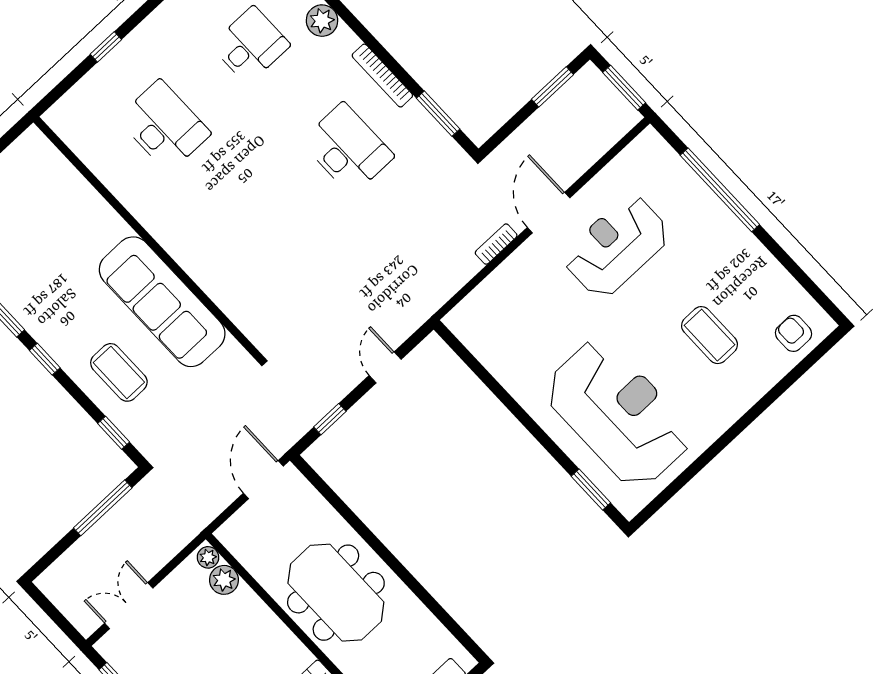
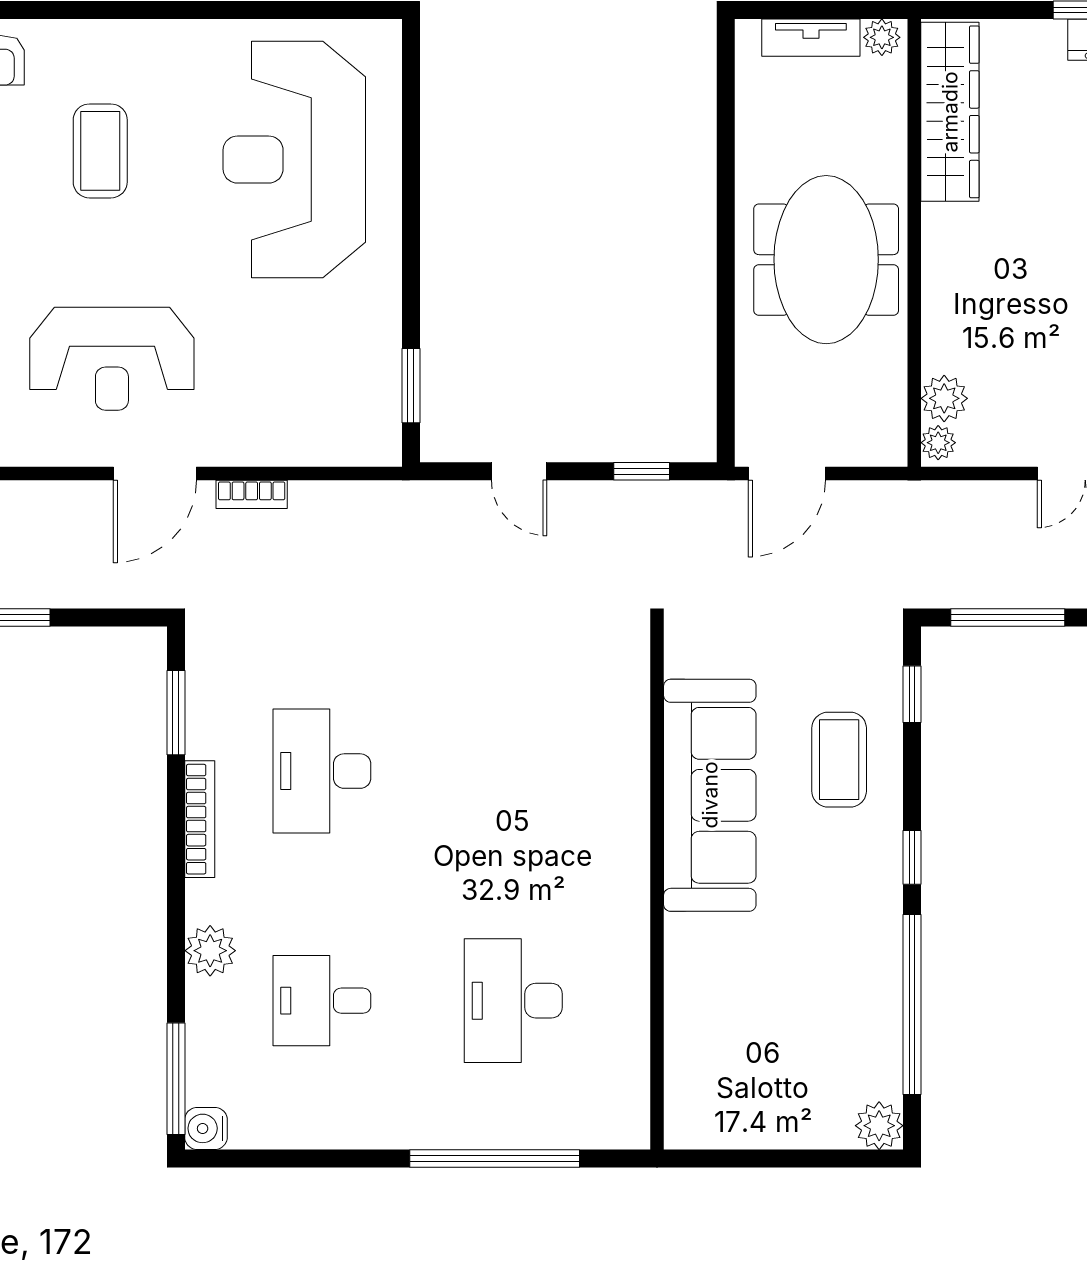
window: (106, 47) -> (495, 1159), width x3.17
door: (385, 367) -> (519, 471), hinge flipped
window: (591, 490) -> (411, 386), moved

